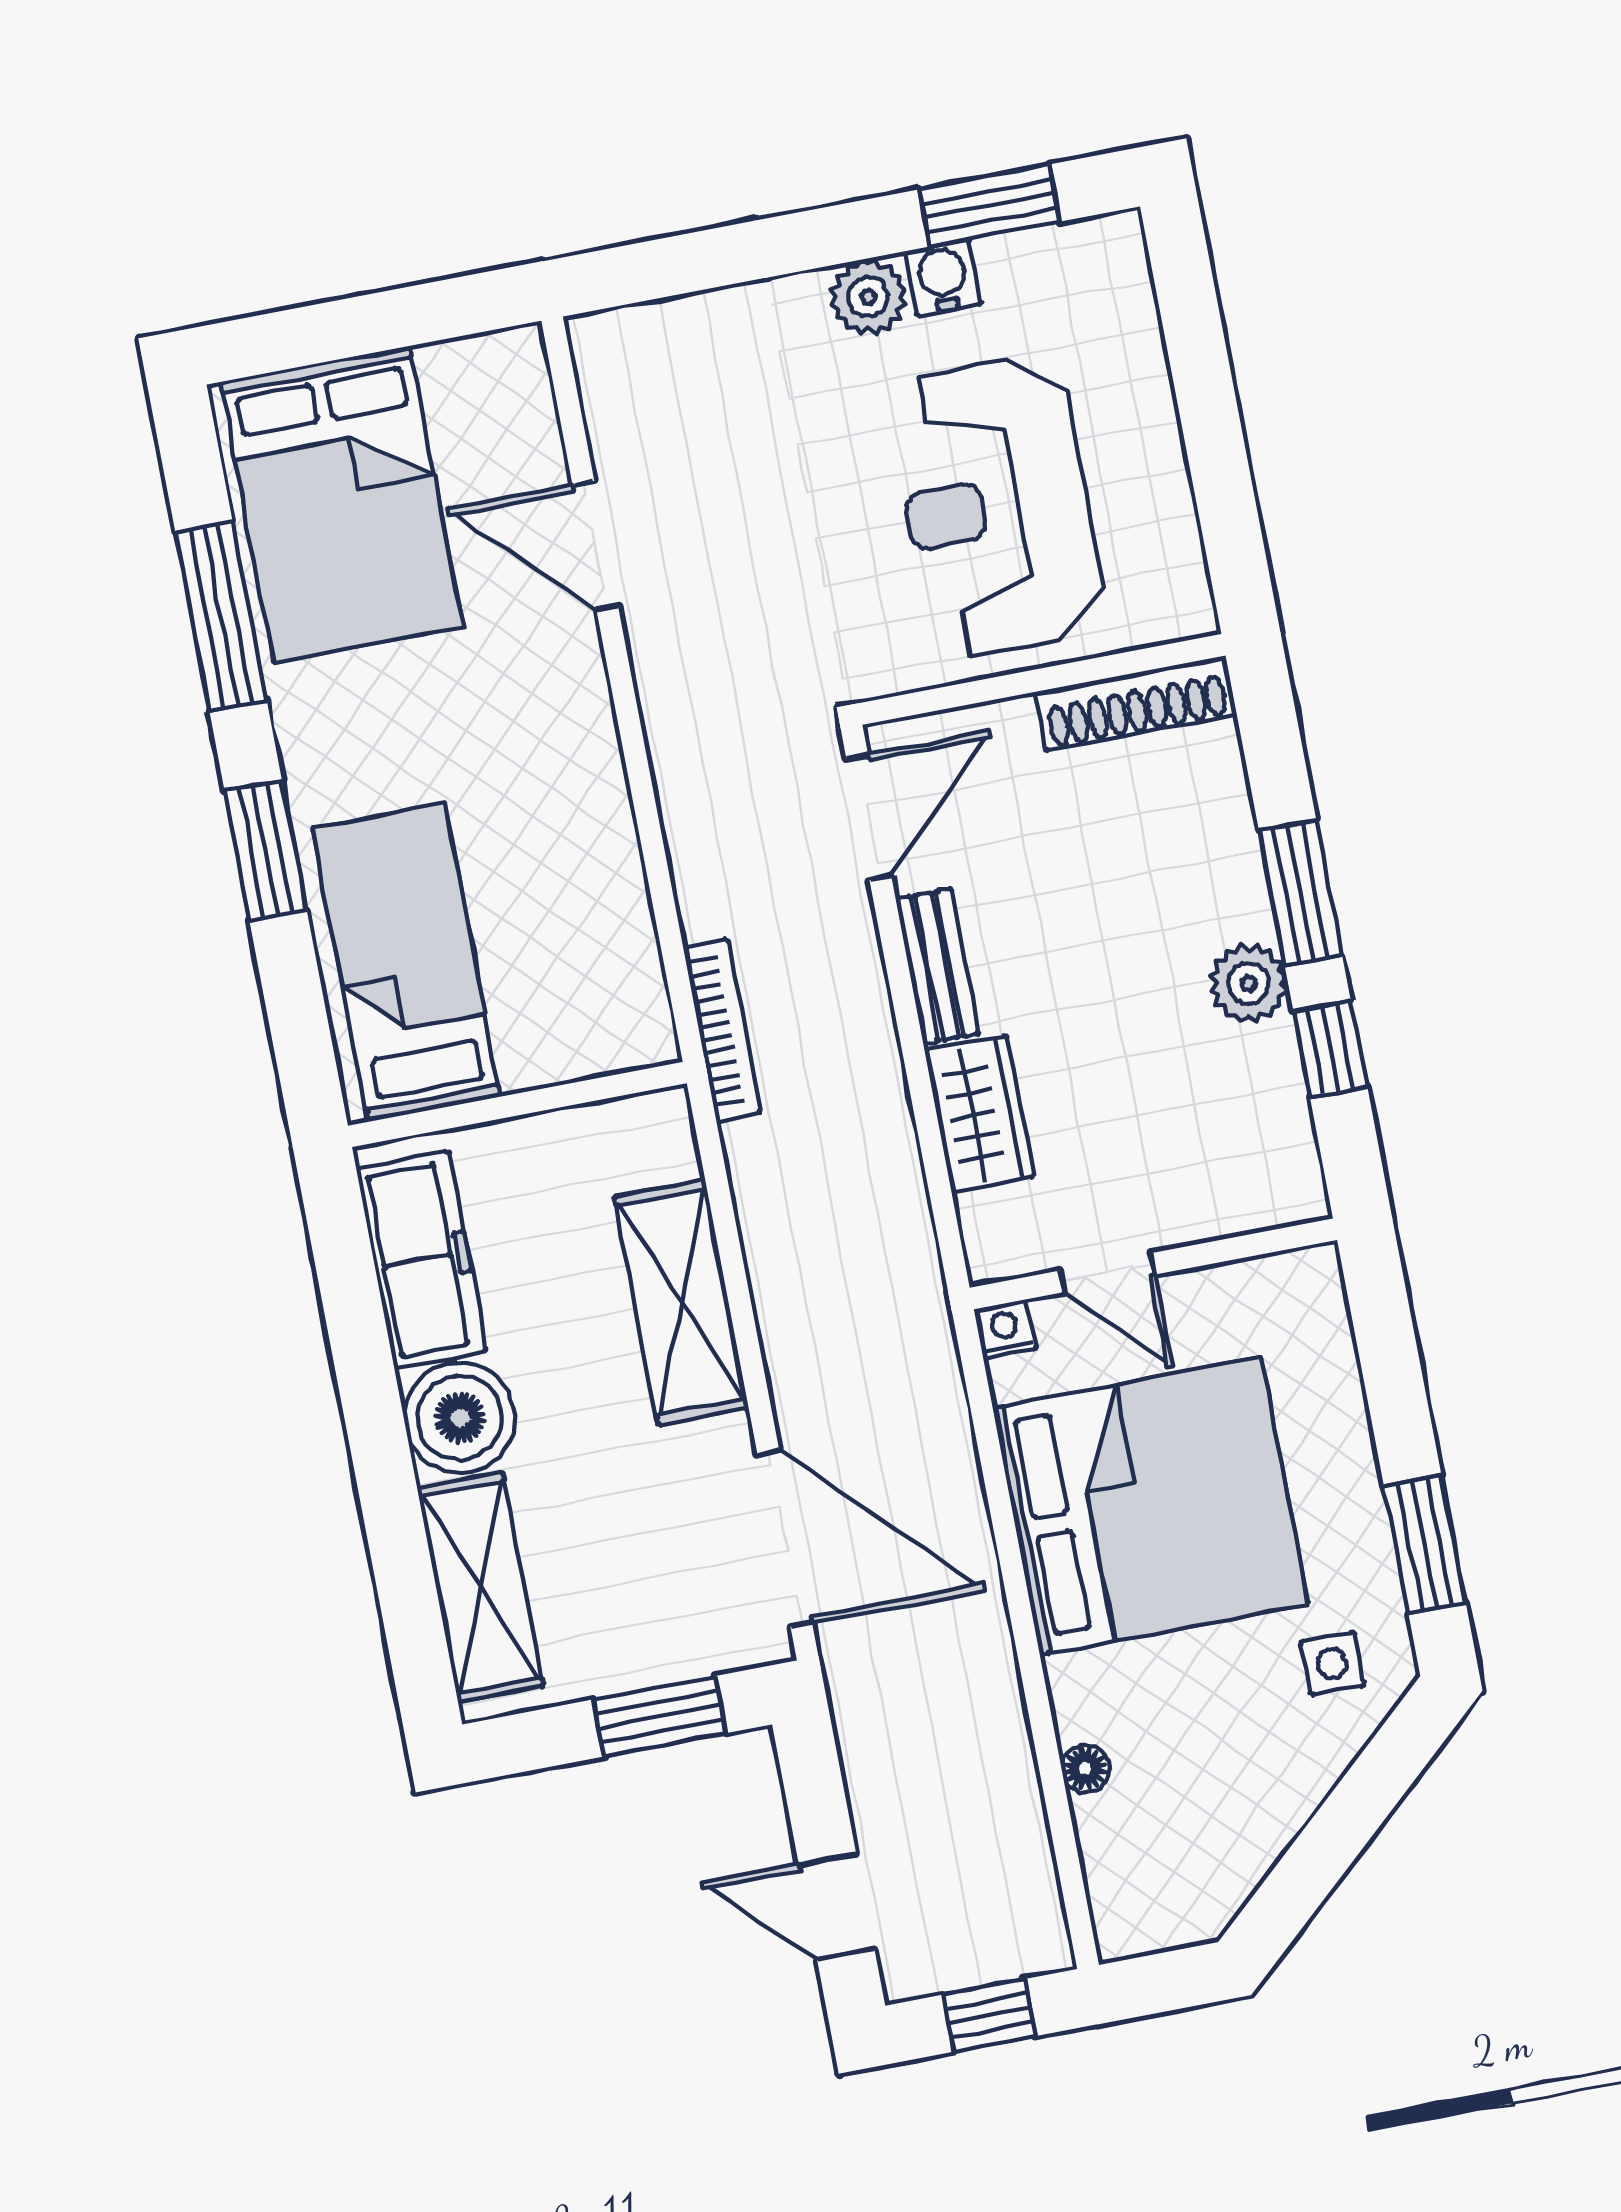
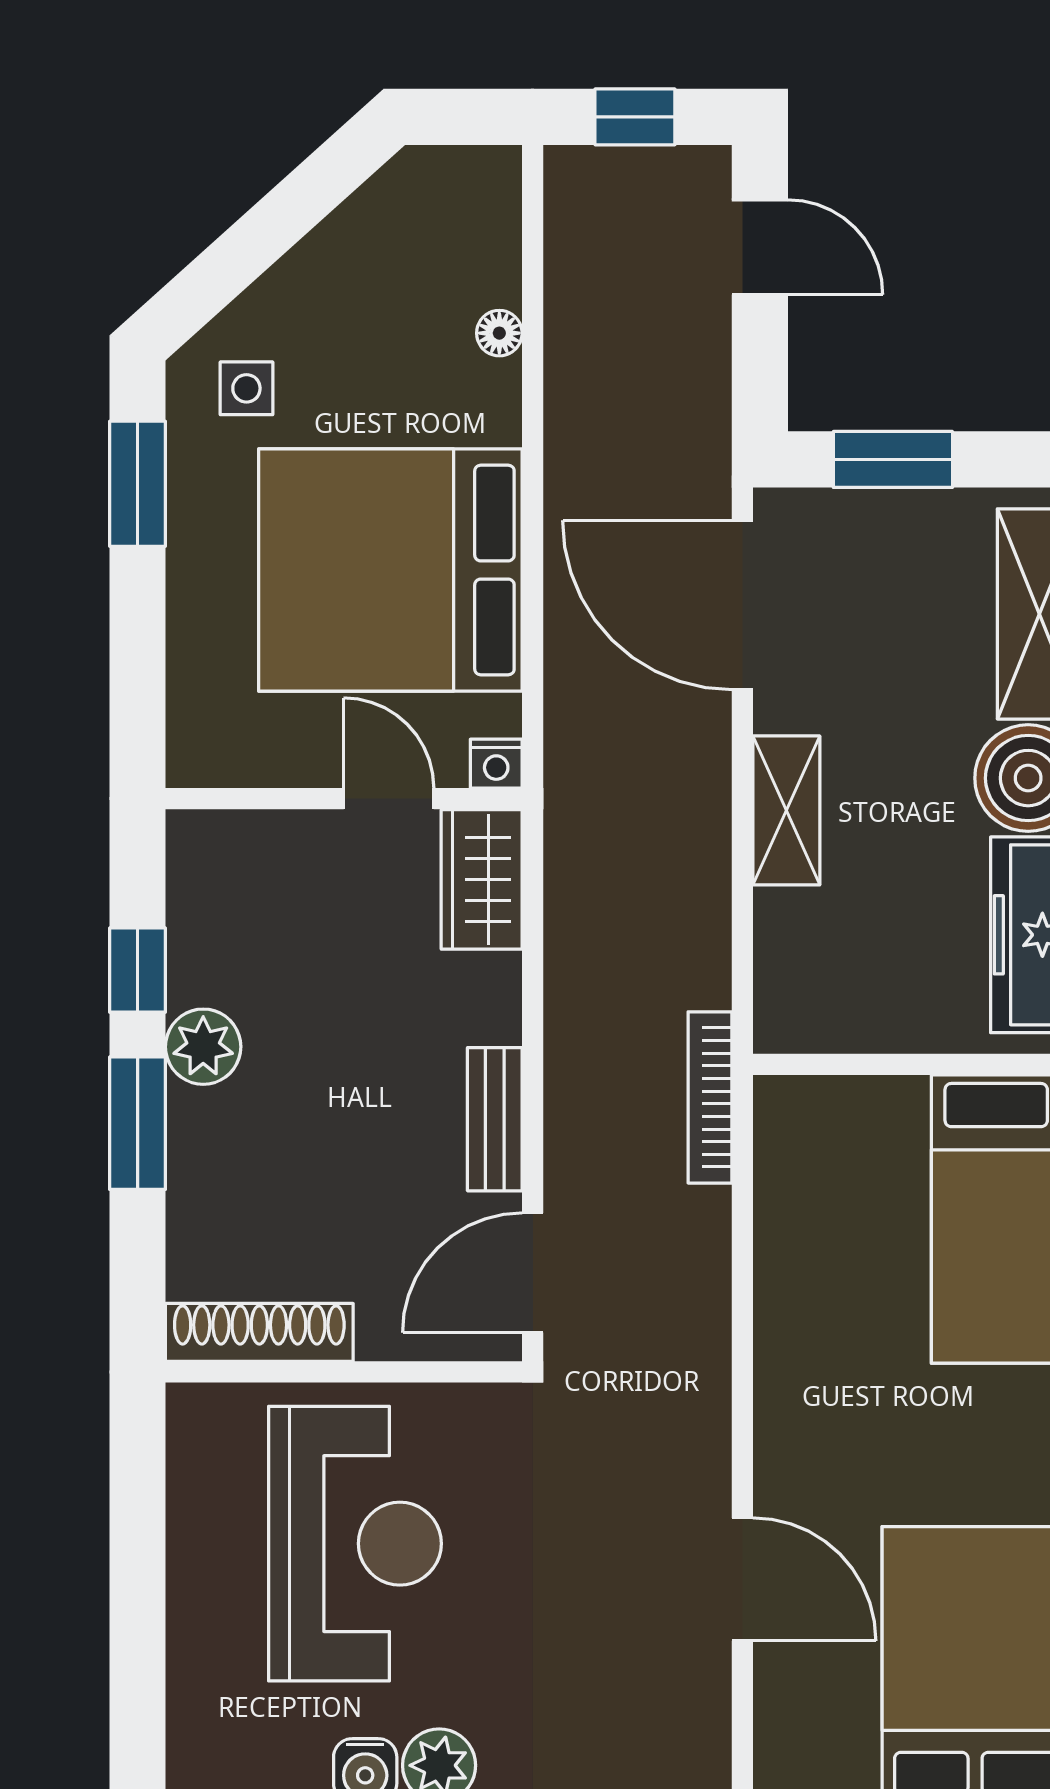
wardrobe: (979, 1114) -> (482, 879), moved
shelving: (681, 1302) -> (786, 810), width x0.67, depth x0.75

